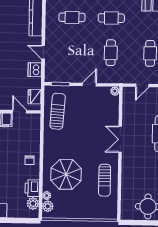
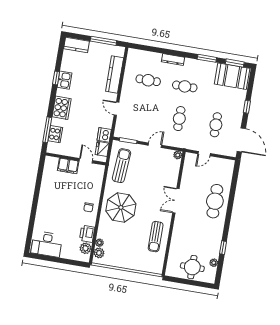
dishwasher: (35, 70) -> (104, 135), moved
parasol: (66, 174) -> (121, 207), moved

